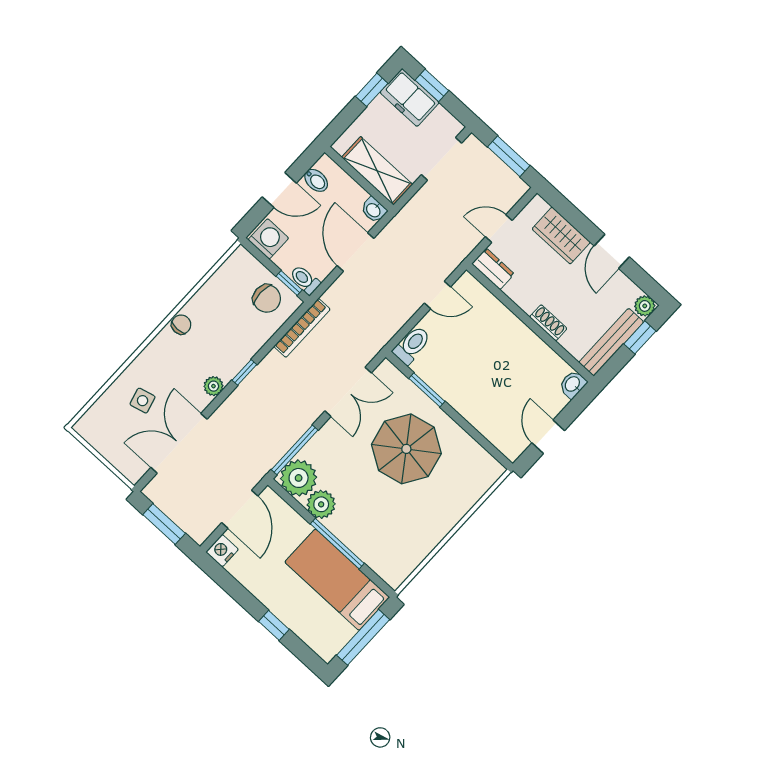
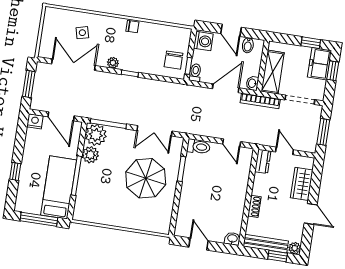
door: (612, 251) -> (311, 214), swing flipped
bookcase: (302, 328) -> (260, 101), moved
door: (548, 437) -> (199, 244), hinge flipped
door: (240, 509) -> (61, 116), hinge flipped

